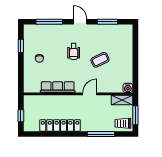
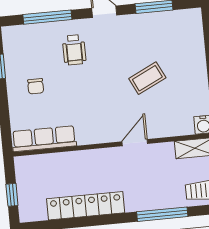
wheelchair: (74, 52) -> (74, 50), moved
row of seats: (58, 87) -> (44, 139), moved

